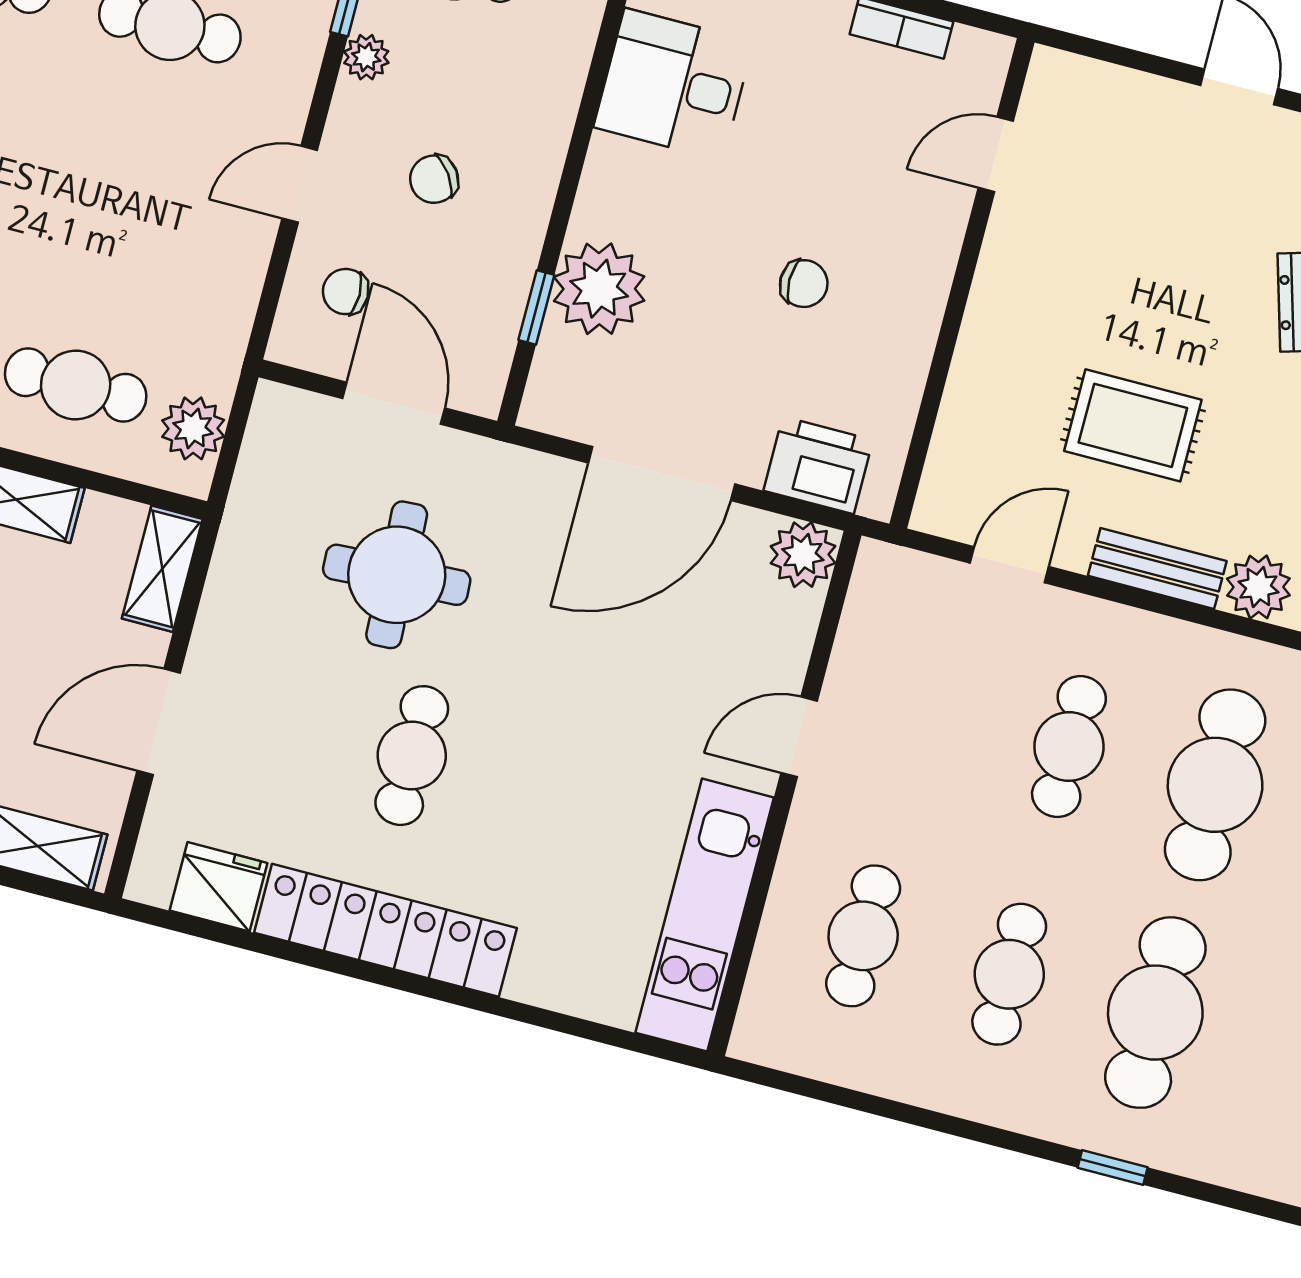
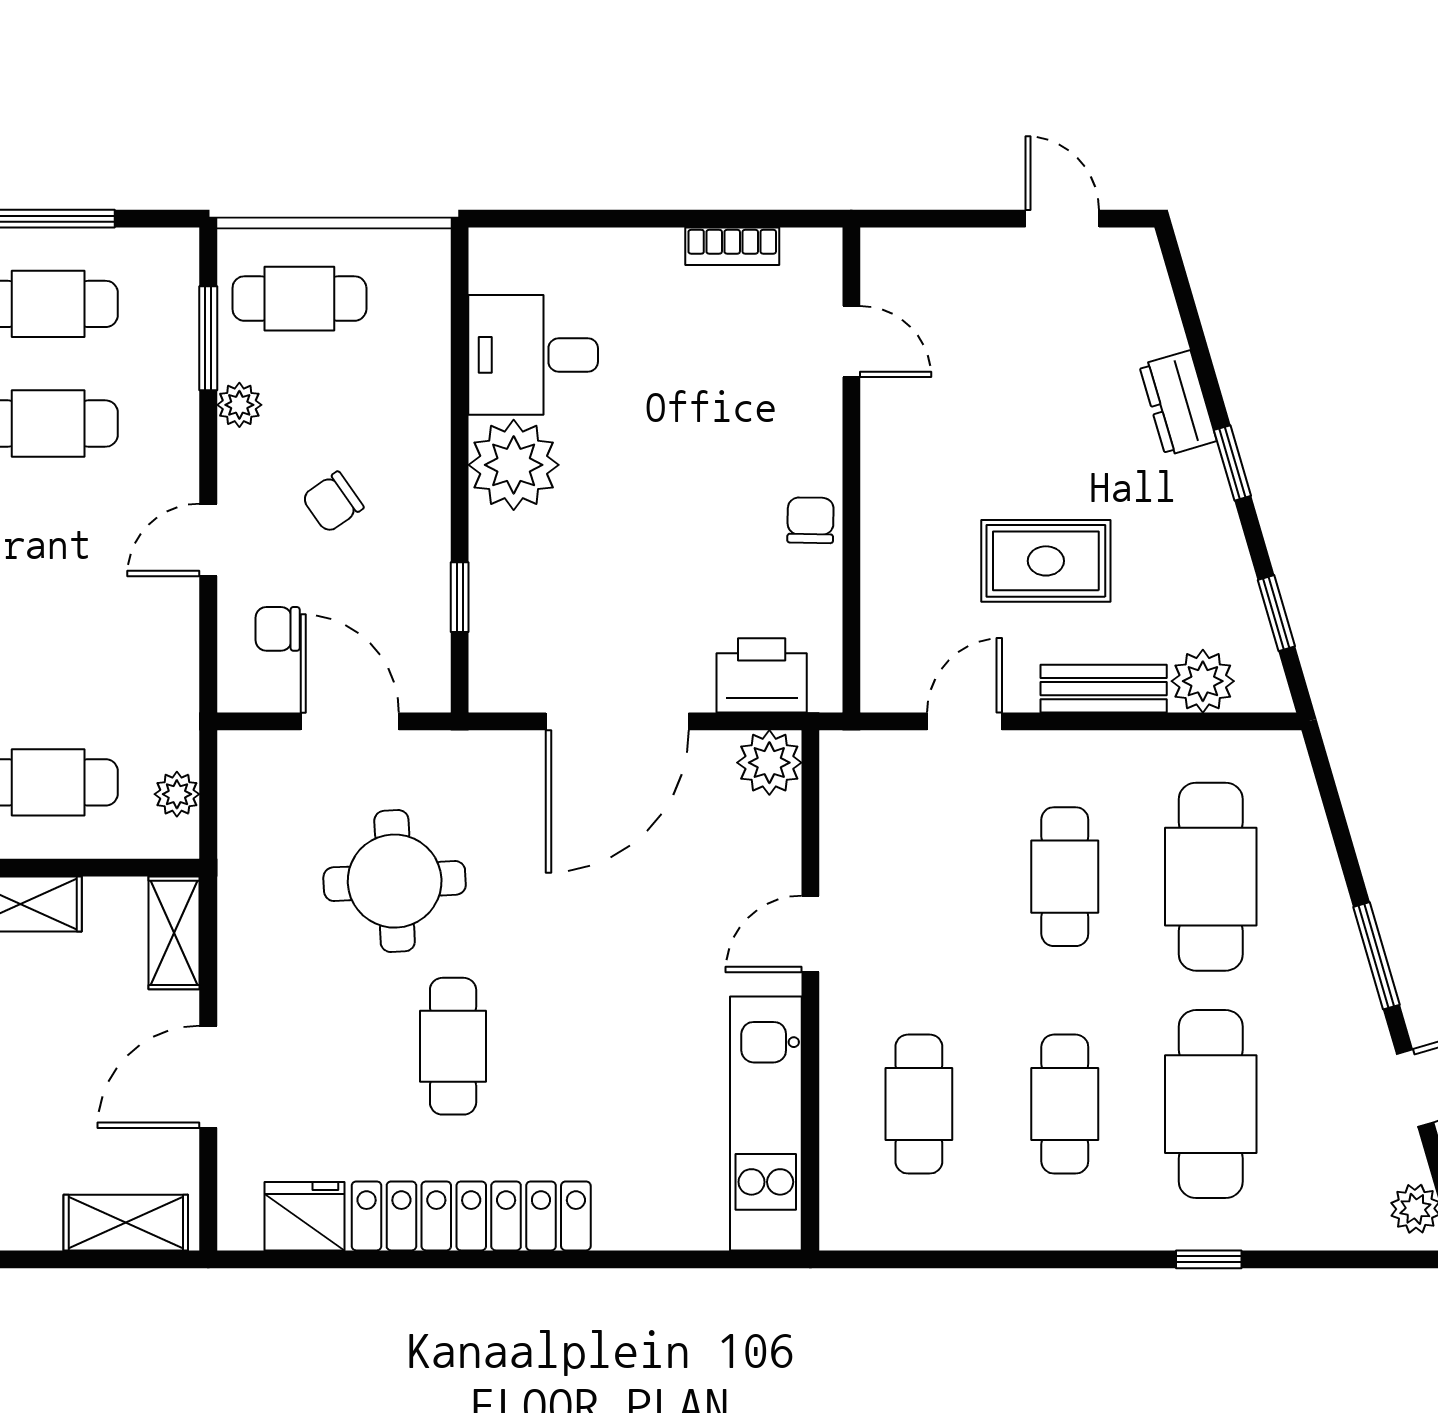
door: (996, 154) -> (851, 341), swing flipped
chair: (804, 284) -> (810, 520), moved, turned -89
plant: (599, 289) -> (514, 465), moved
plant: (193, 428) -> (177, 794), width x0.73, depth x0.73

